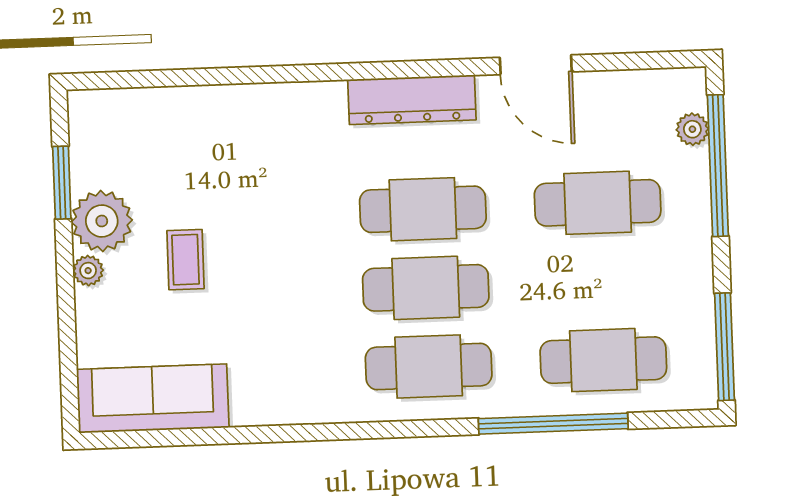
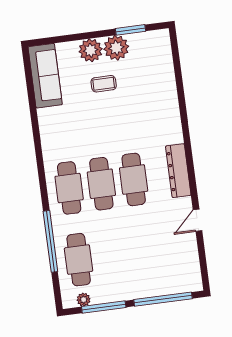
door: (536, 65) -> (197, 220), width x0.73
plant: (692, 129) -> (84, 300), moved
cafe table: (598, 203) -> (143, 251), removed
plant: (88, 271) -> (91, 50), width x1.88, depth x1.88
window: (725, 347) -> (104, 307), moved

